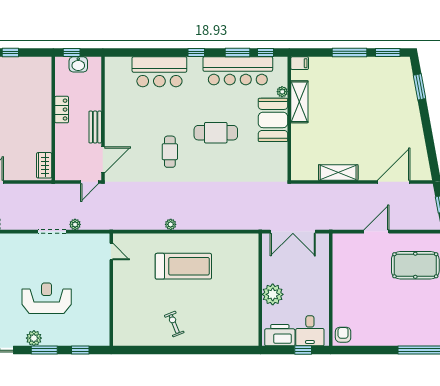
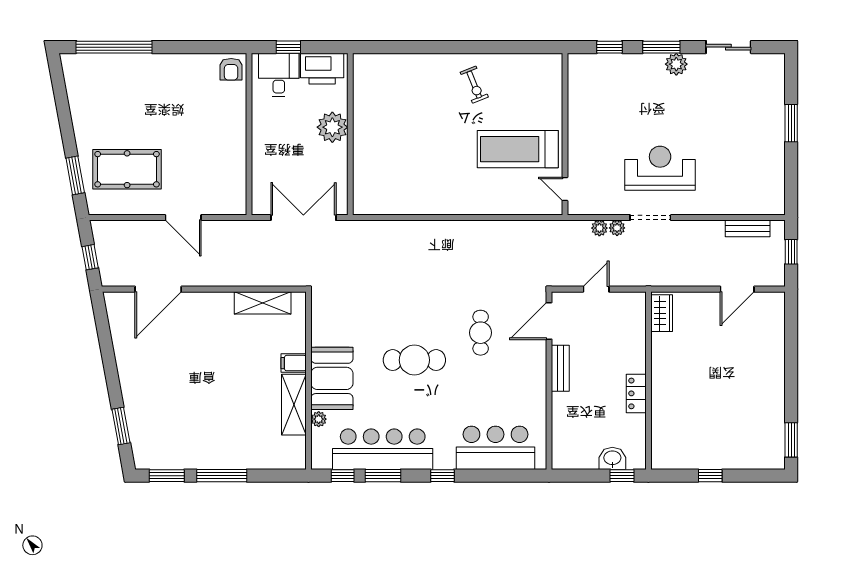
filing cabinet: (300, 63) -> (294, 363), moved
wall: (103, 118) -> (549, 381), moved
bench: (95, 127) -> (560, 368), moved
door: (103, 160) -> (549, 321), moved
shelving: (338, 172) -> (263, 303), moved
plant: (171, 224) -> (599, 228), moved
door: (376, 232) -> (183, 218), hinge flipped
treadmill: (183, 266) -> (518, 149), moved
reception desk: (47, 298) -> (660, 168), moved, turned 180

